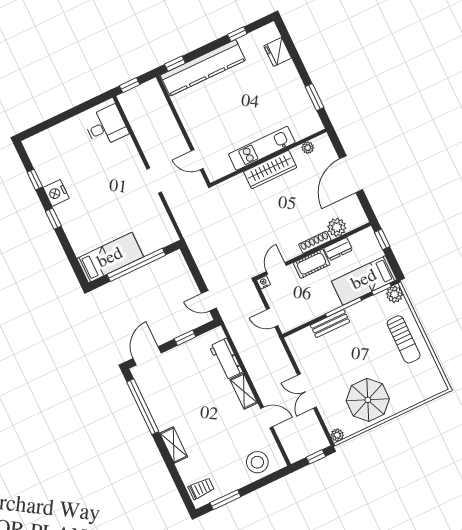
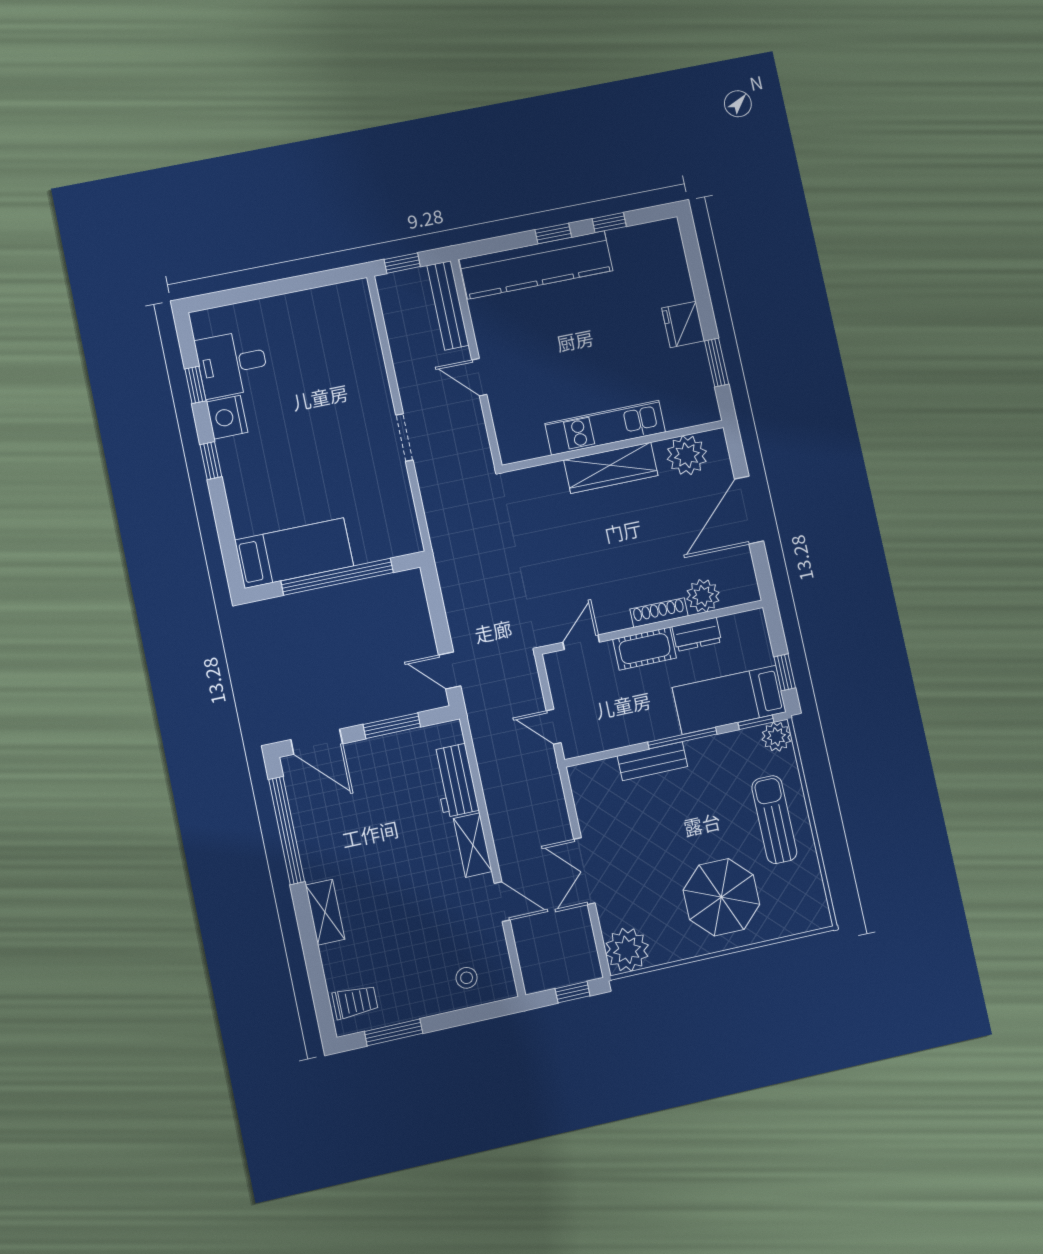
fridge: (278, 52) -> (683, 324), moved
window: (175, 64) -> (553, 233), moved
bench: (160, 102) -> (448, 305), added
desk: (106, 126) -> (232, 364), moved, turned 180
plant: (308, 148) -> (687, 455), width x1.88, depth x1.88
door: (197, 160) -> (479, 377), moved
window: (382, 239) -> (785, 672), moved
nightstand: (264, 282) -> (553, 661), removed
window: (185, 338) -> (392, 726), width x1.50
sun lounger: (404, 339) -> (774, 820), turned 180
door: (147, 356) -> (317, 742), swing flipped
parasol: (368, 400) -> (721, 897), moved
plant: (337, 435) -> (627, 950), width x1.88, depth x1.88
stool: (257, 462) -> (467, 978), width x0.53, depth x0.53

